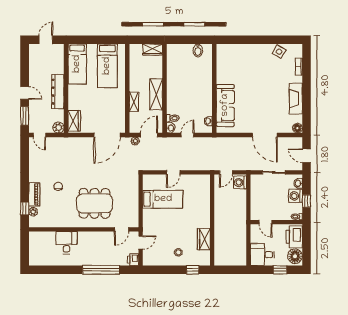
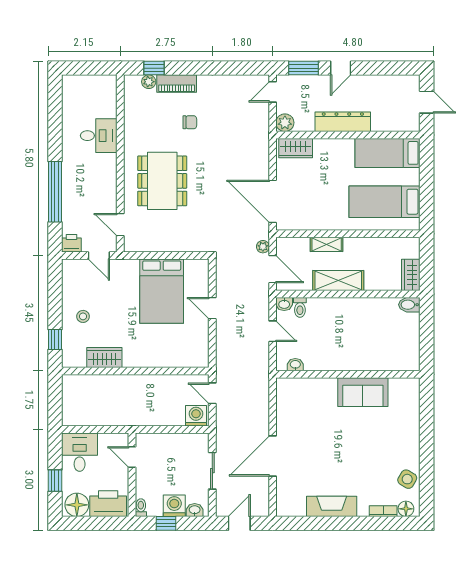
bidet: (198, 50) -> (409, 305), moved
sofa: (225, 105) -> (363, 392), moved, width x0.73
floor lamp: (297, 128) -> (406, 509), moved
bed: (163, 199) -> (162, 291), width x1.50
door: (265, 222) -> (132, 457), hinge flipped

